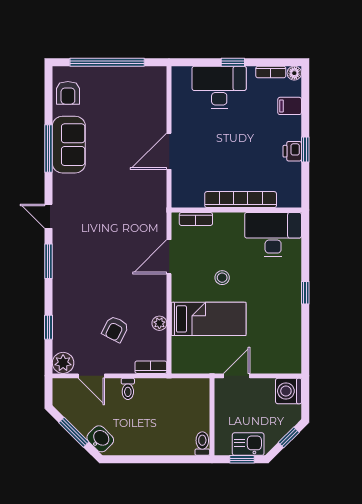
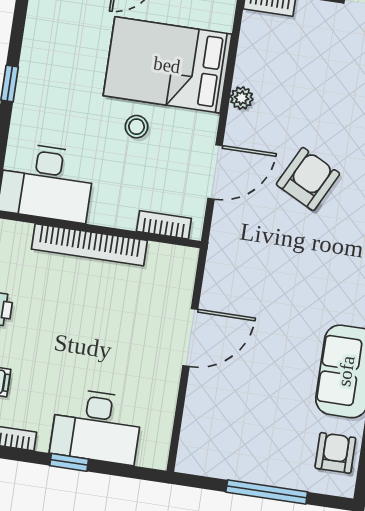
window: (107, 62) -> (267, 492), width x0.68
bed: (209, 319) -> (167, 65), width x1.50
plant: (159, 323) -> (242, 98), moved
armchair: (115, 329) -> (308, 179), moved, width x1.38, depth x1.38

